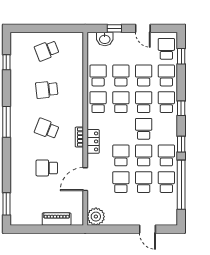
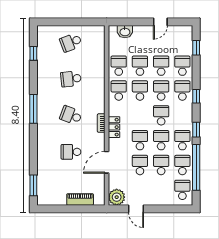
window: (114, 28) -> (134, 22), removed
door: (143, 28) -> (160, 22), hinge flipped
school desk: (166, 49) -> (182, 190), moved
door: (147, 229) -> (136, 209), moved

